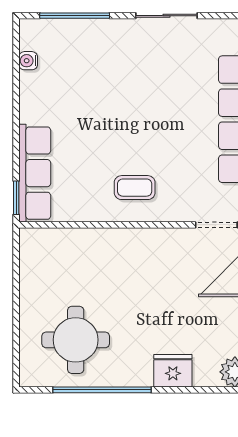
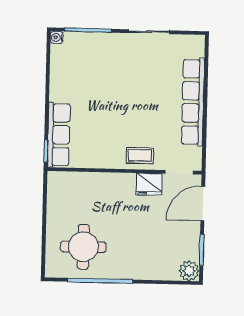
water cooler: (28, 61) -> (57, 37), moved
coffee table: (135, 188) -> (140, 155), moved
fridge: (173, 371) -> (149, 184), moved, turned 180

